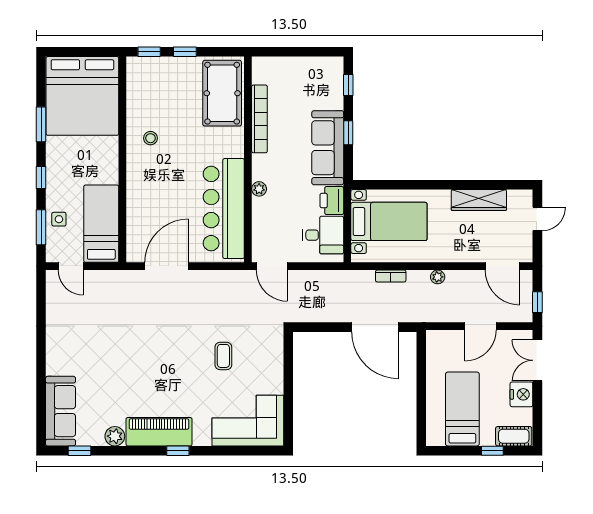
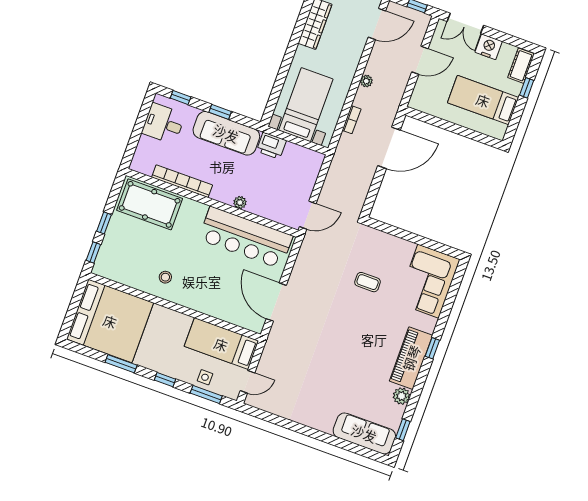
desk: (323, 235) -> (163, 124), moved, turned -90
door: (481, 326) -> (420, 60), hinge flipped

